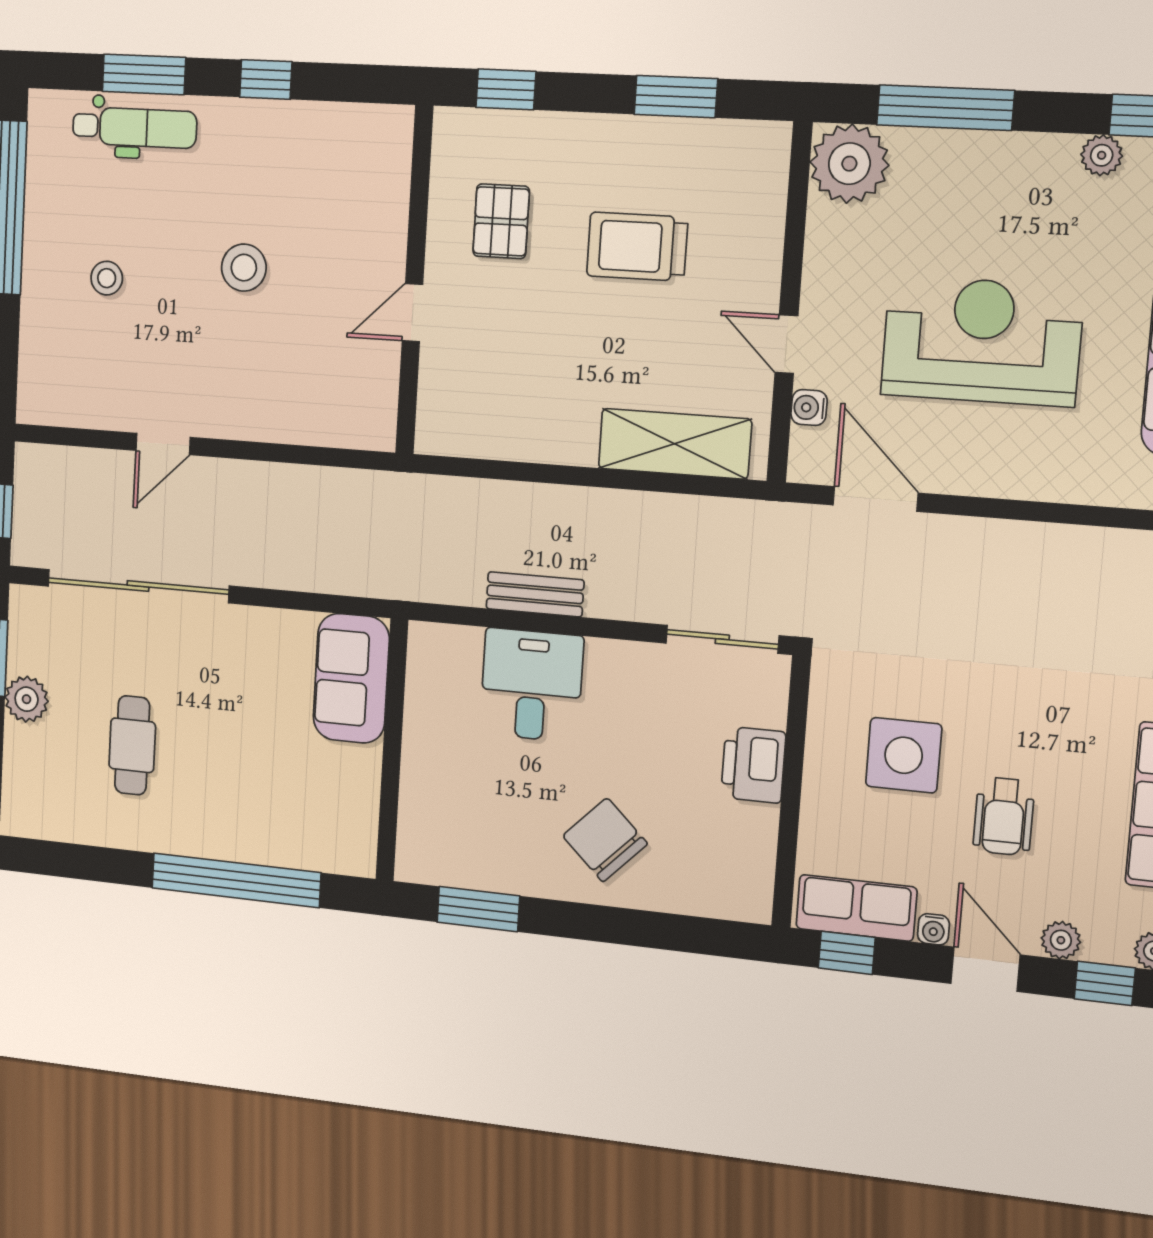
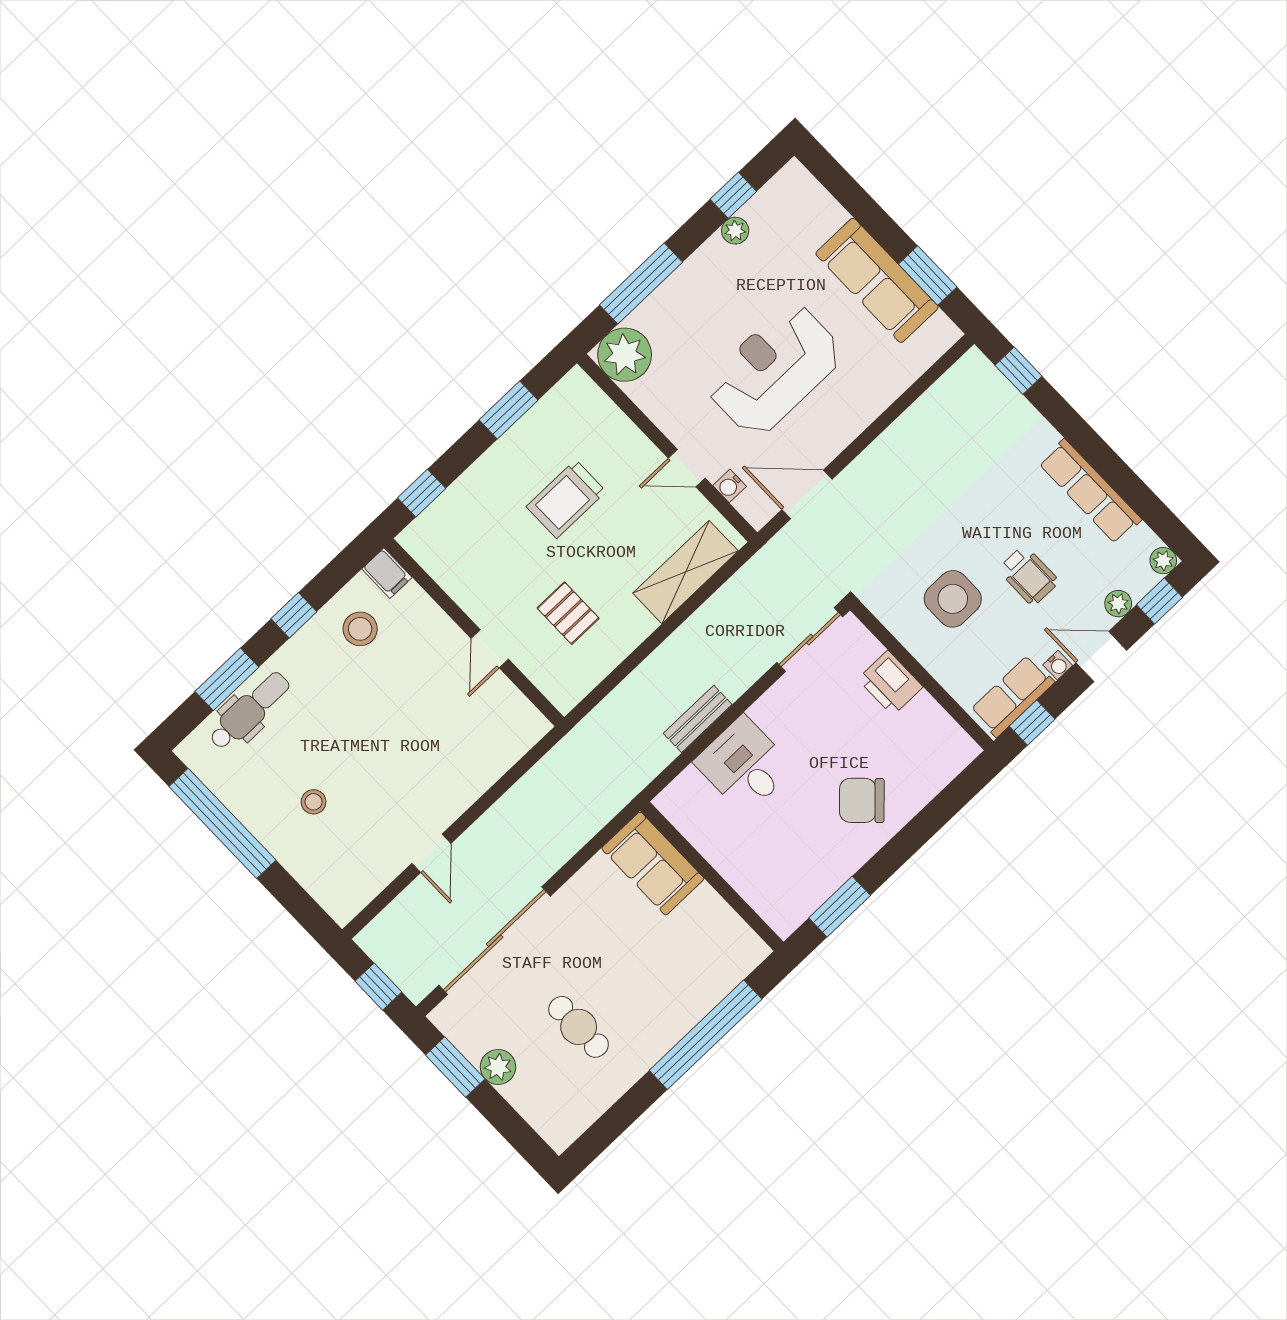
filing cabinet: (393, 133) -> (387, 573), added
pallet: (501, 221) -> (568, 613), moved
stool: (244, 268) -> (360, 629), moved

